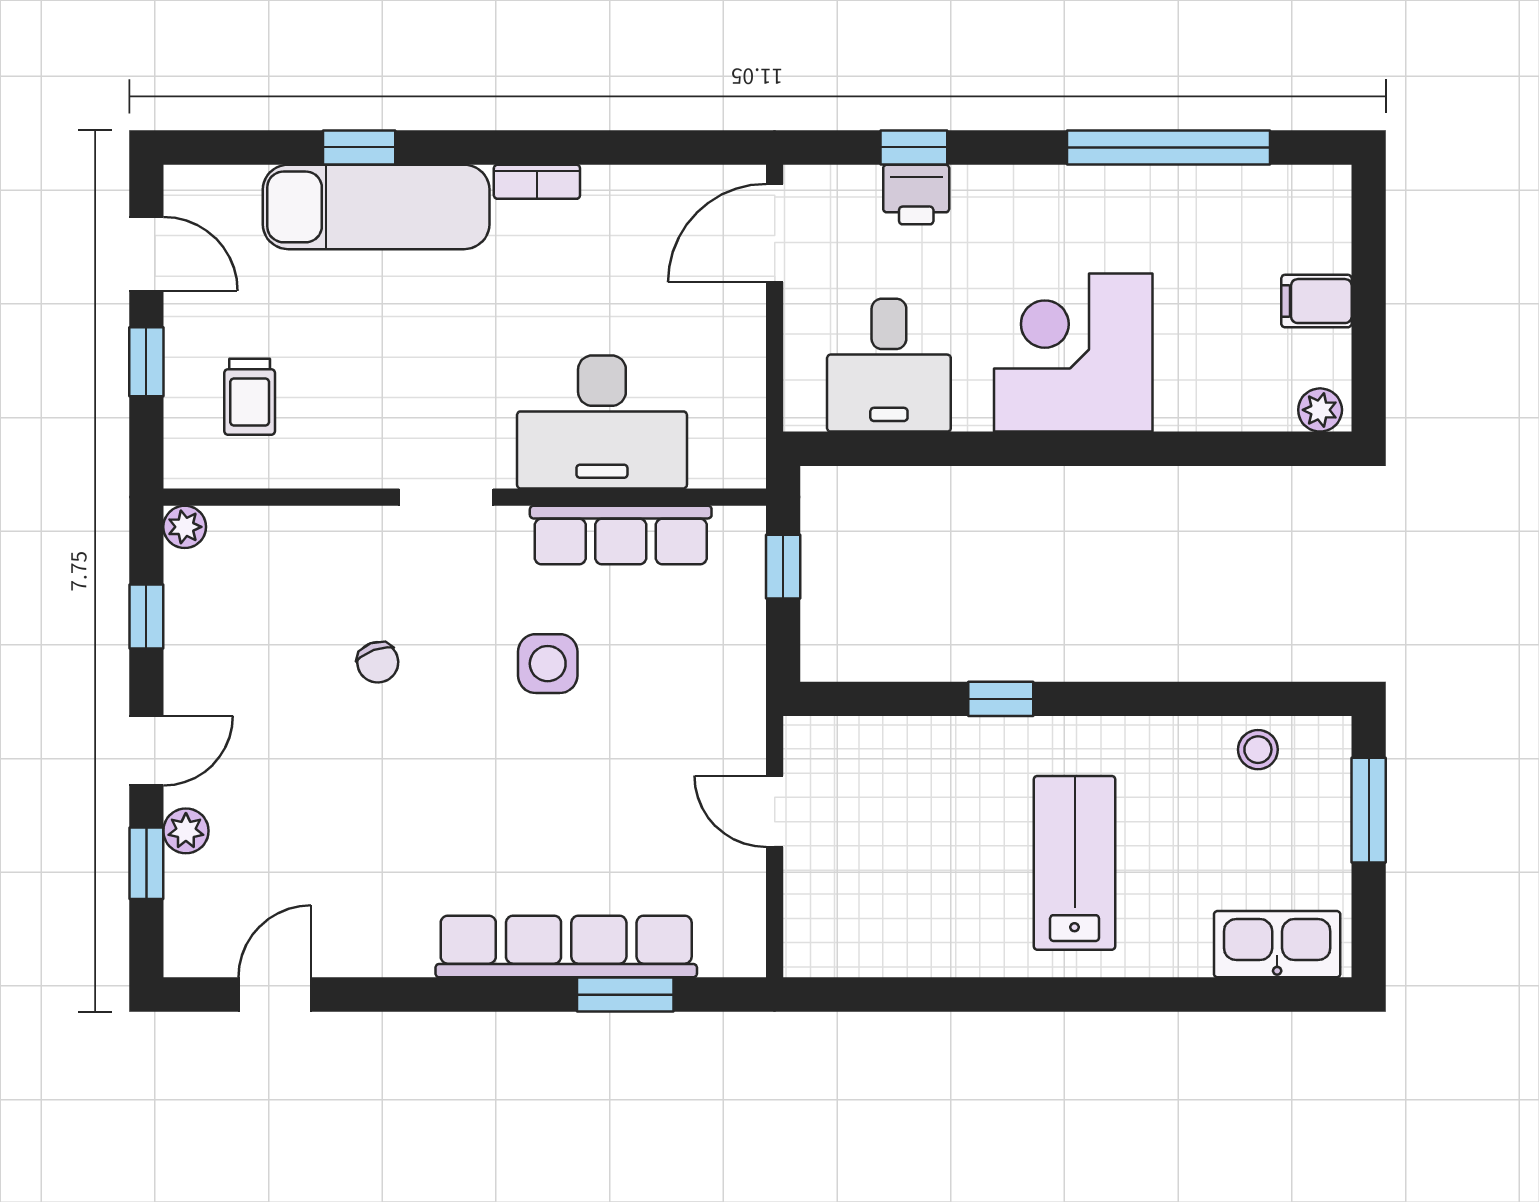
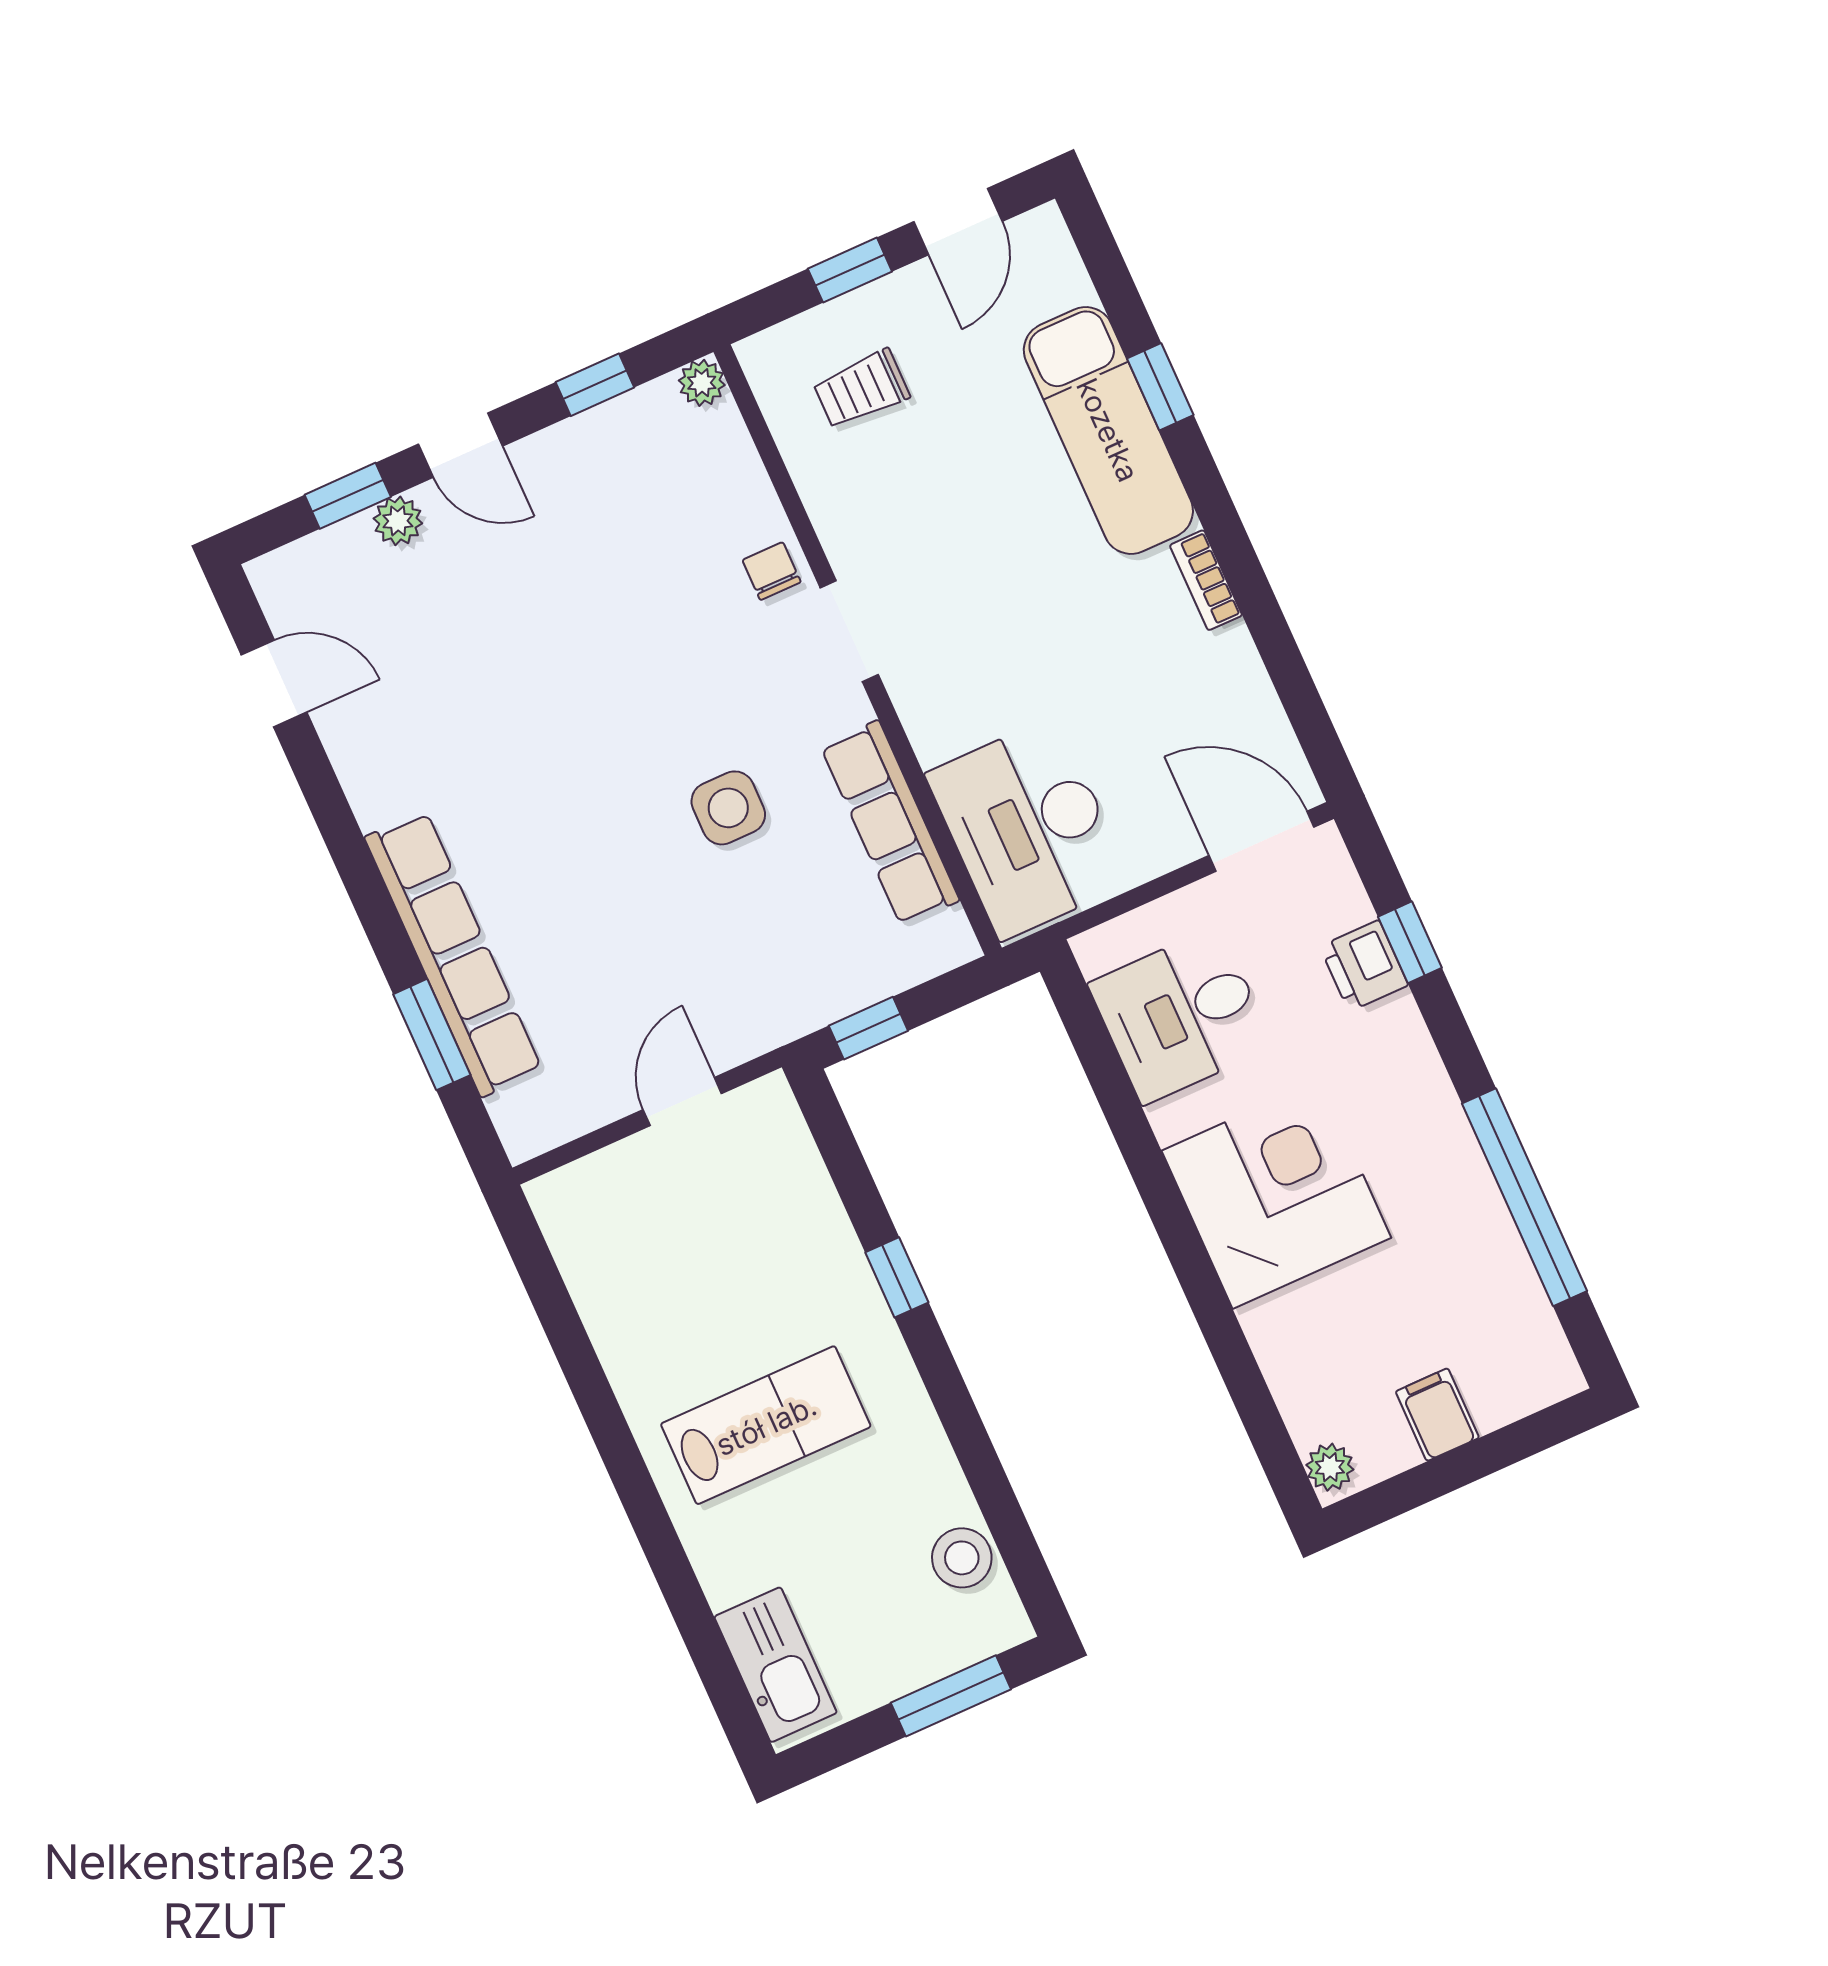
desk: (602, 422) -> (1028, 828), moved
window: (783, 567) -> (868, 1028), moved
chair: (378, 662) -> (772, 571), moved, turned 110
stool: (1258, 750) -> (962, 1558), width x1.37, depth x1.37

